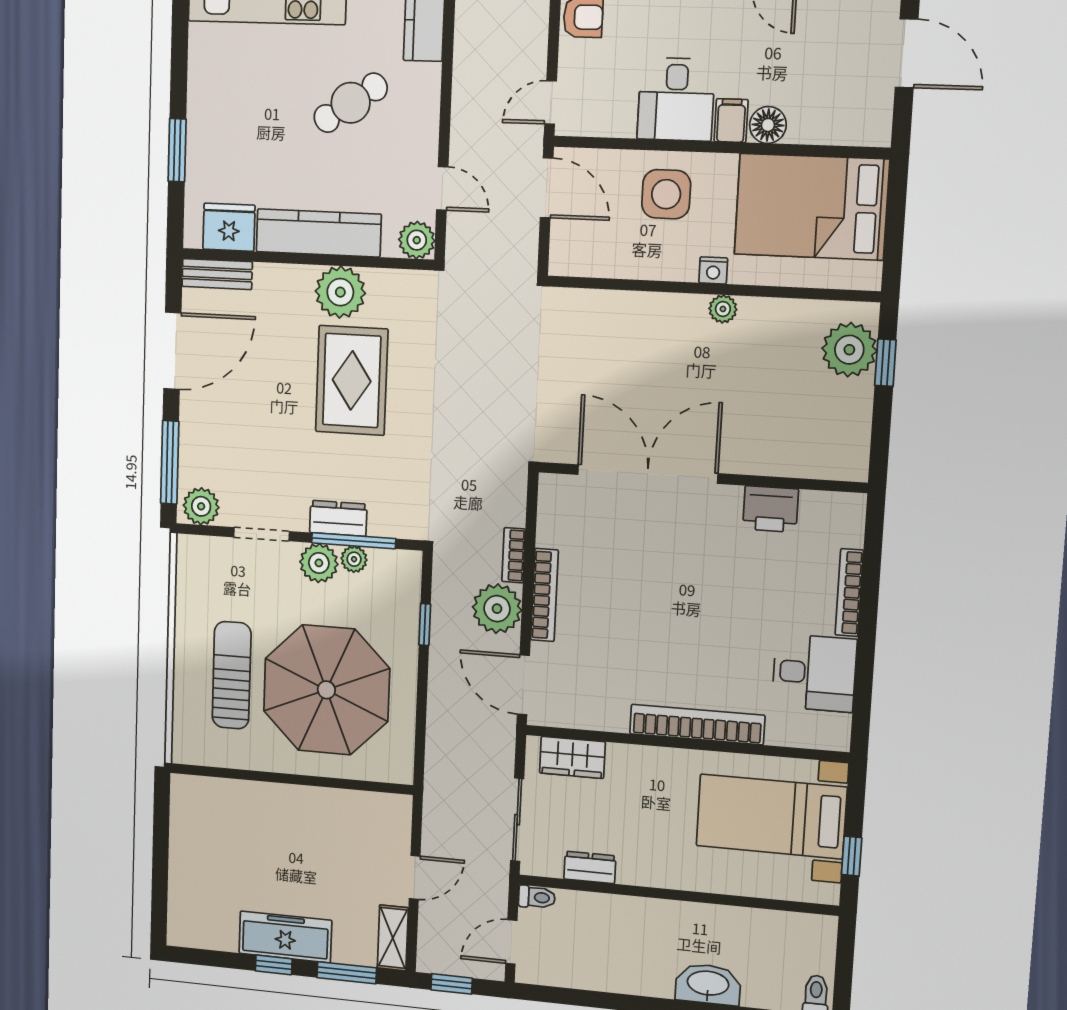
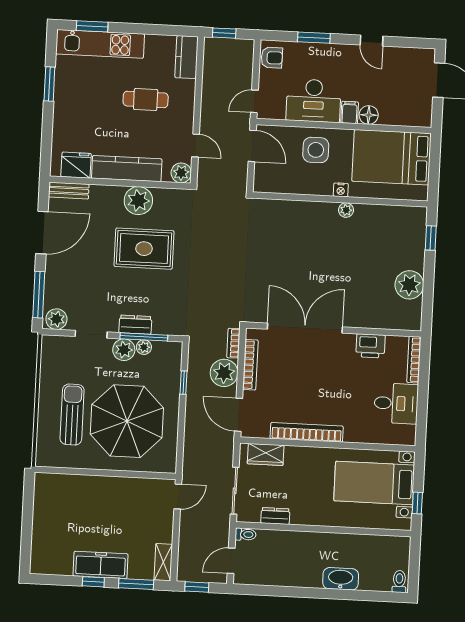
desk: (676, 99) -> (314, 101), width x1.37
cafe table: (351, 103) -> (146, 99), turned 34
window: (177, 150) -> (49, 84), moved
plant: (849, 350) -> (409, 285), moved
rug: (352, 380) -> (144, 249), turned 90
double door: (647, 474) -> (305, 328), moved
wall: (701, 477) -> (334, 330), moved
printer: (770, 509) -> (370, 346), moved
bookcase: (697, 725) -> (307, 432), moved
door: (415, 877) -> (178, 497), moved

